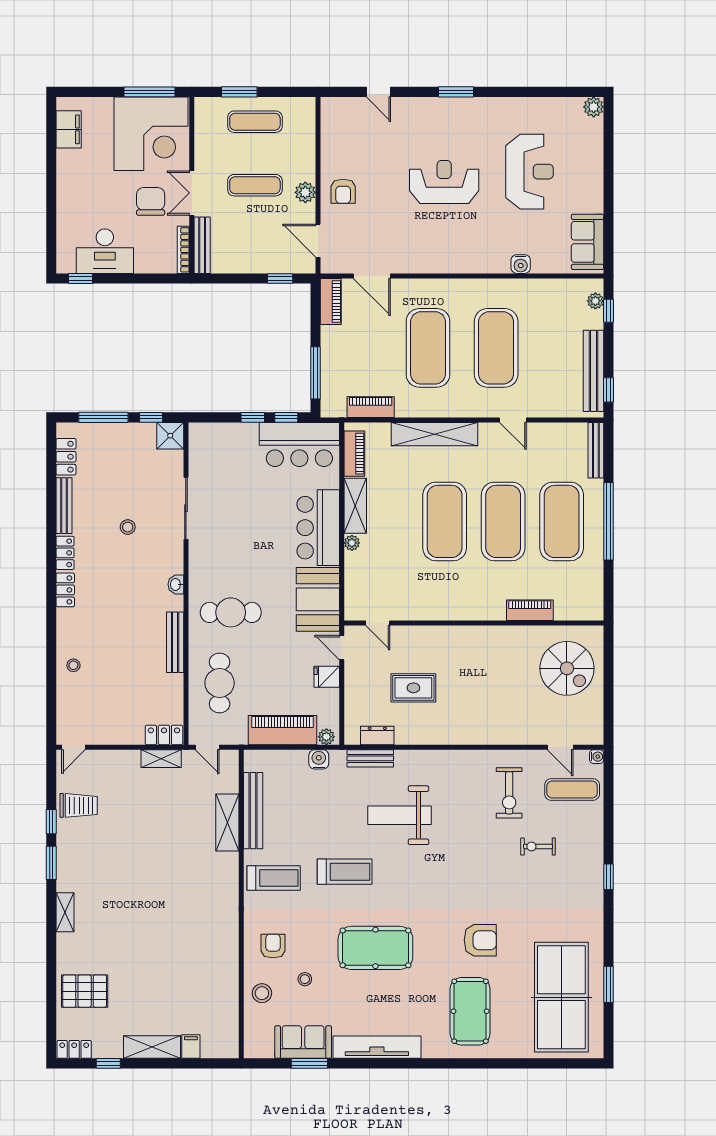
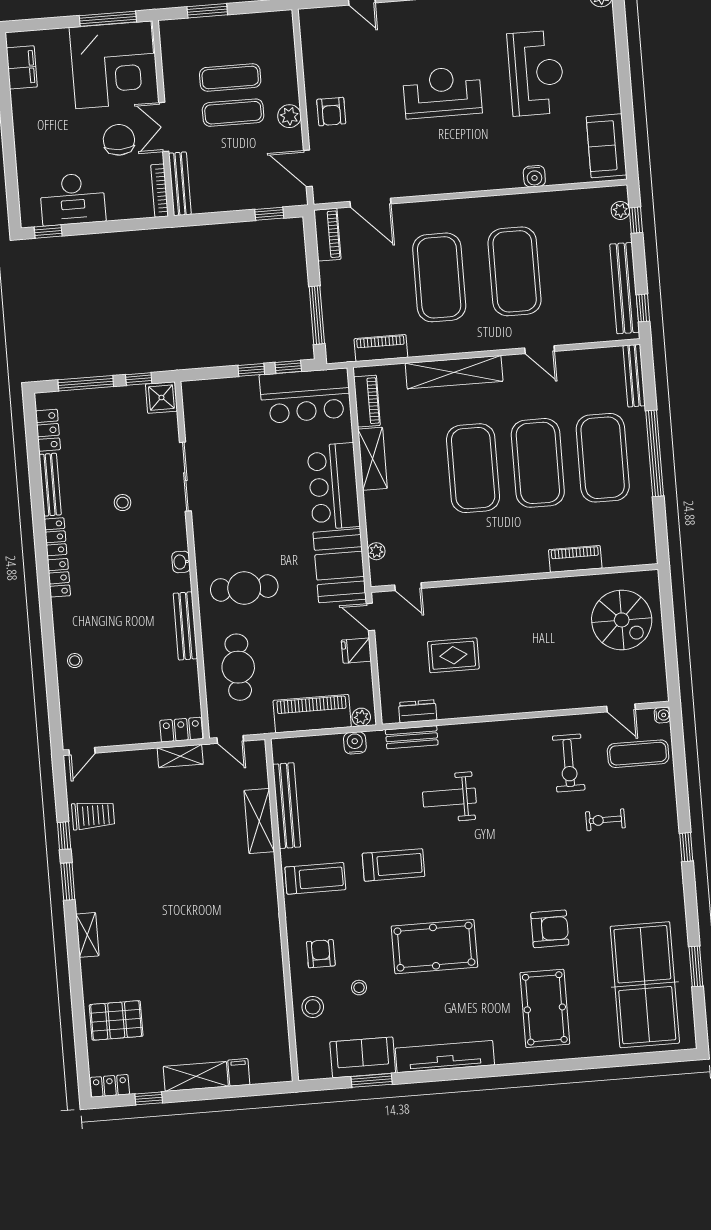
exercise mat: (255, 122) -> (230, 77), moved
plant: (352, 543) -> (376, 551), moved
weight bench: (400, 815) -> (449, 798), width x0.73, depth x0.75

